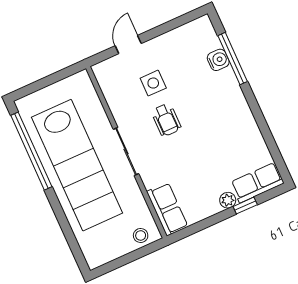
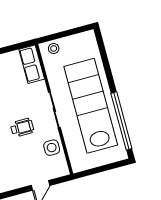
side table: (153, 83) -> (52, 148), moved
wheelchair: (166, 120) -> (22, 128), turned 90

